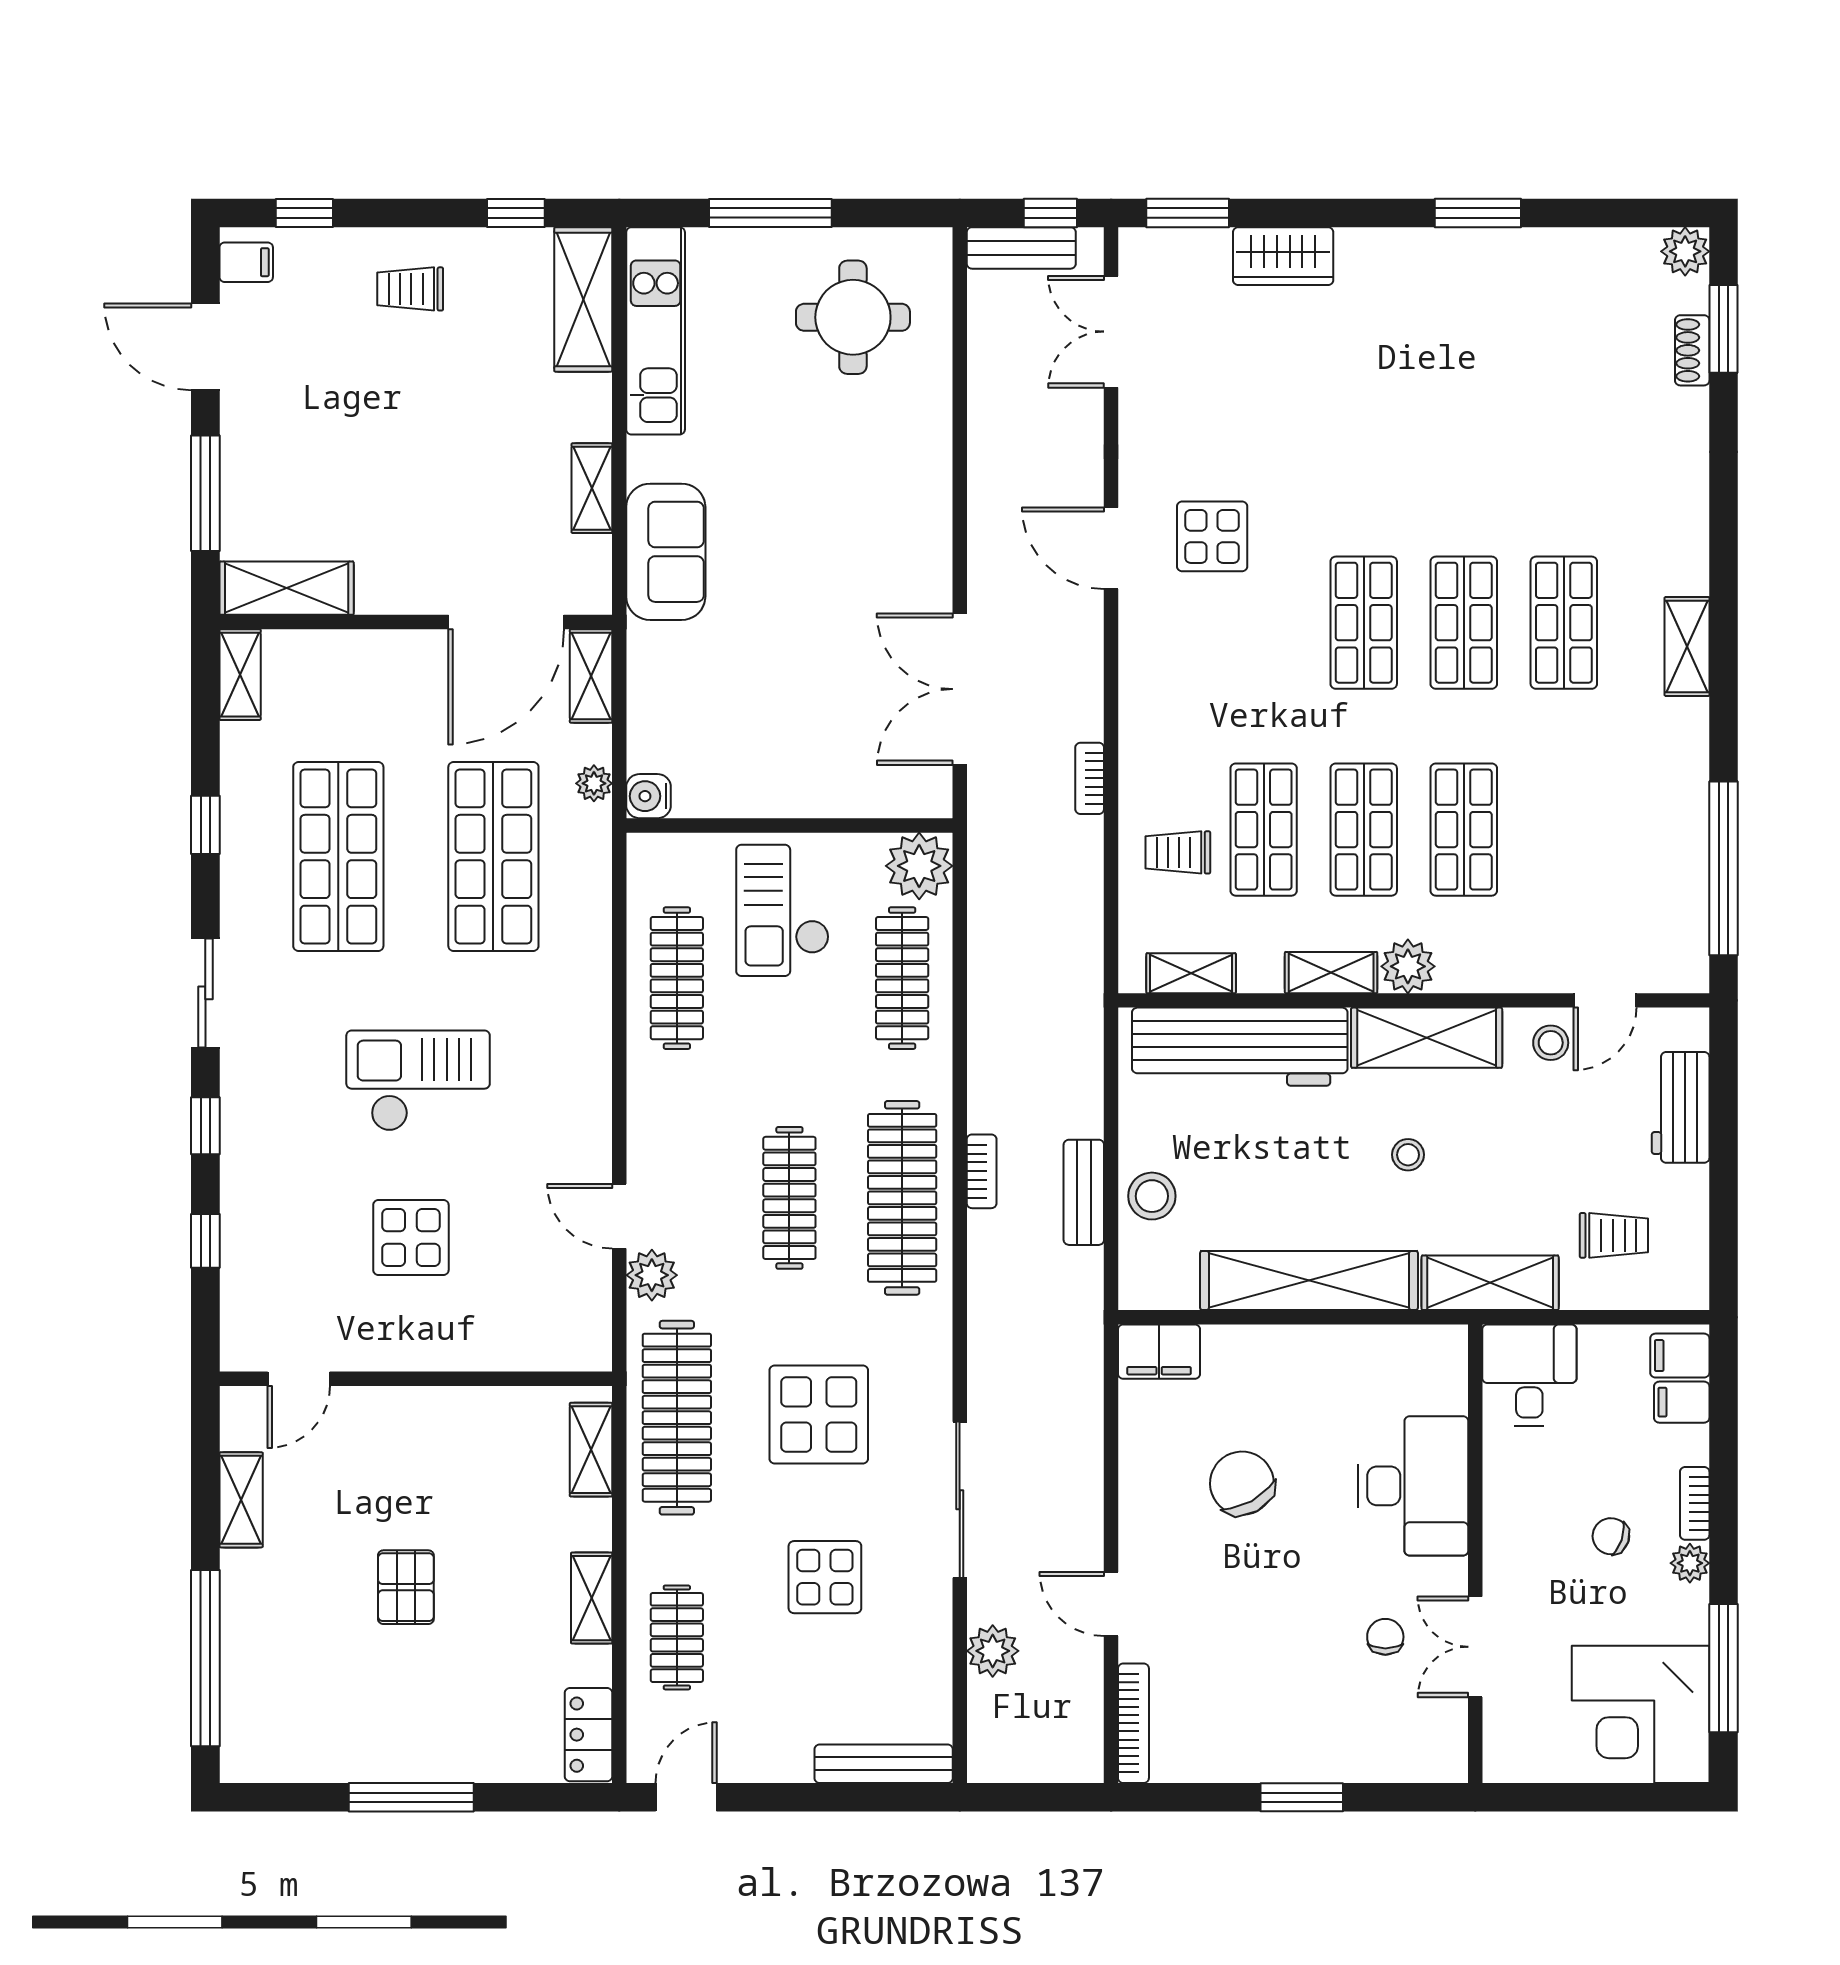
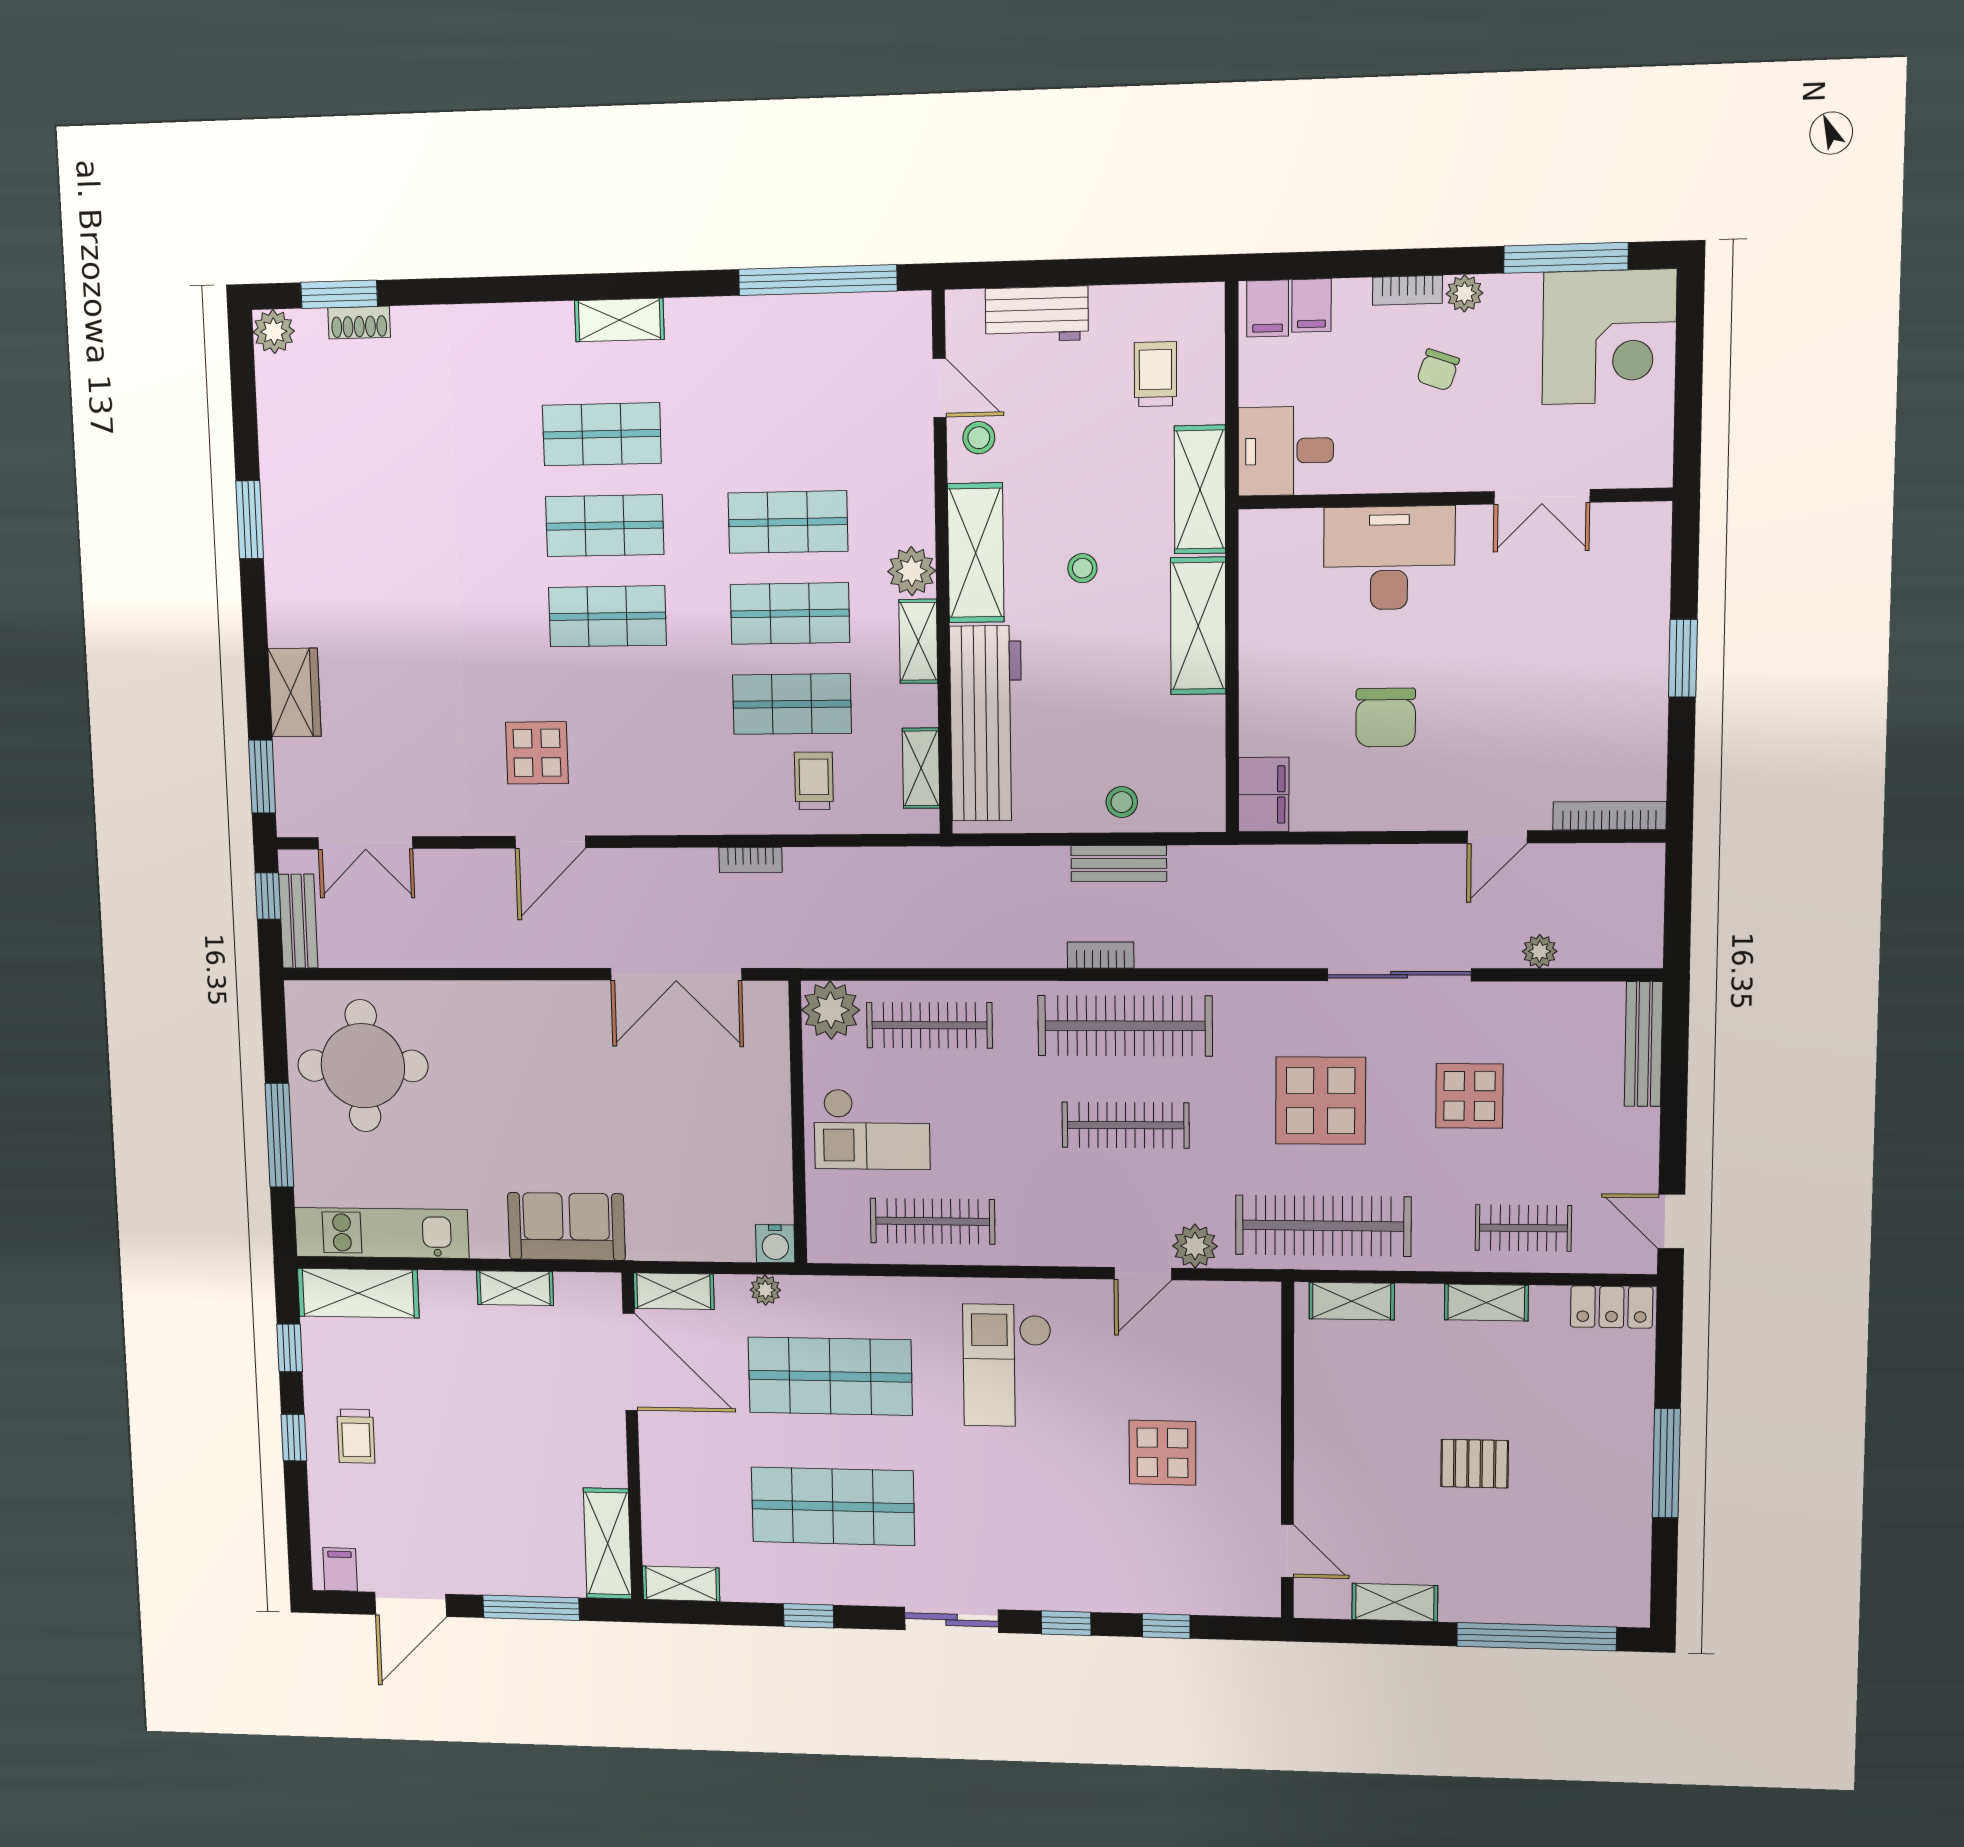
window: (304, 213) -> (294, 1438), moved
round table: (853, 317) -> (363, 1066), width x1.36, depth x1.36
trolley: (1178, 852) -> (814, 781), turned 180
checkout: (418, 1081) -> (1007, 1365), moved
stool: (1152, 1196) -> (1122, 802), width x0.73, depth x0.73
shelving: (1309, 1280) -> (1198, 626), width x0.68
chair: (1242, 1483) -> (1386, 718), turned -61
chair: (1385, 1637) -> (1531, 582), removed
plant: (993, 1651) -> (1540, 951), width x0.73, depth x0.73

